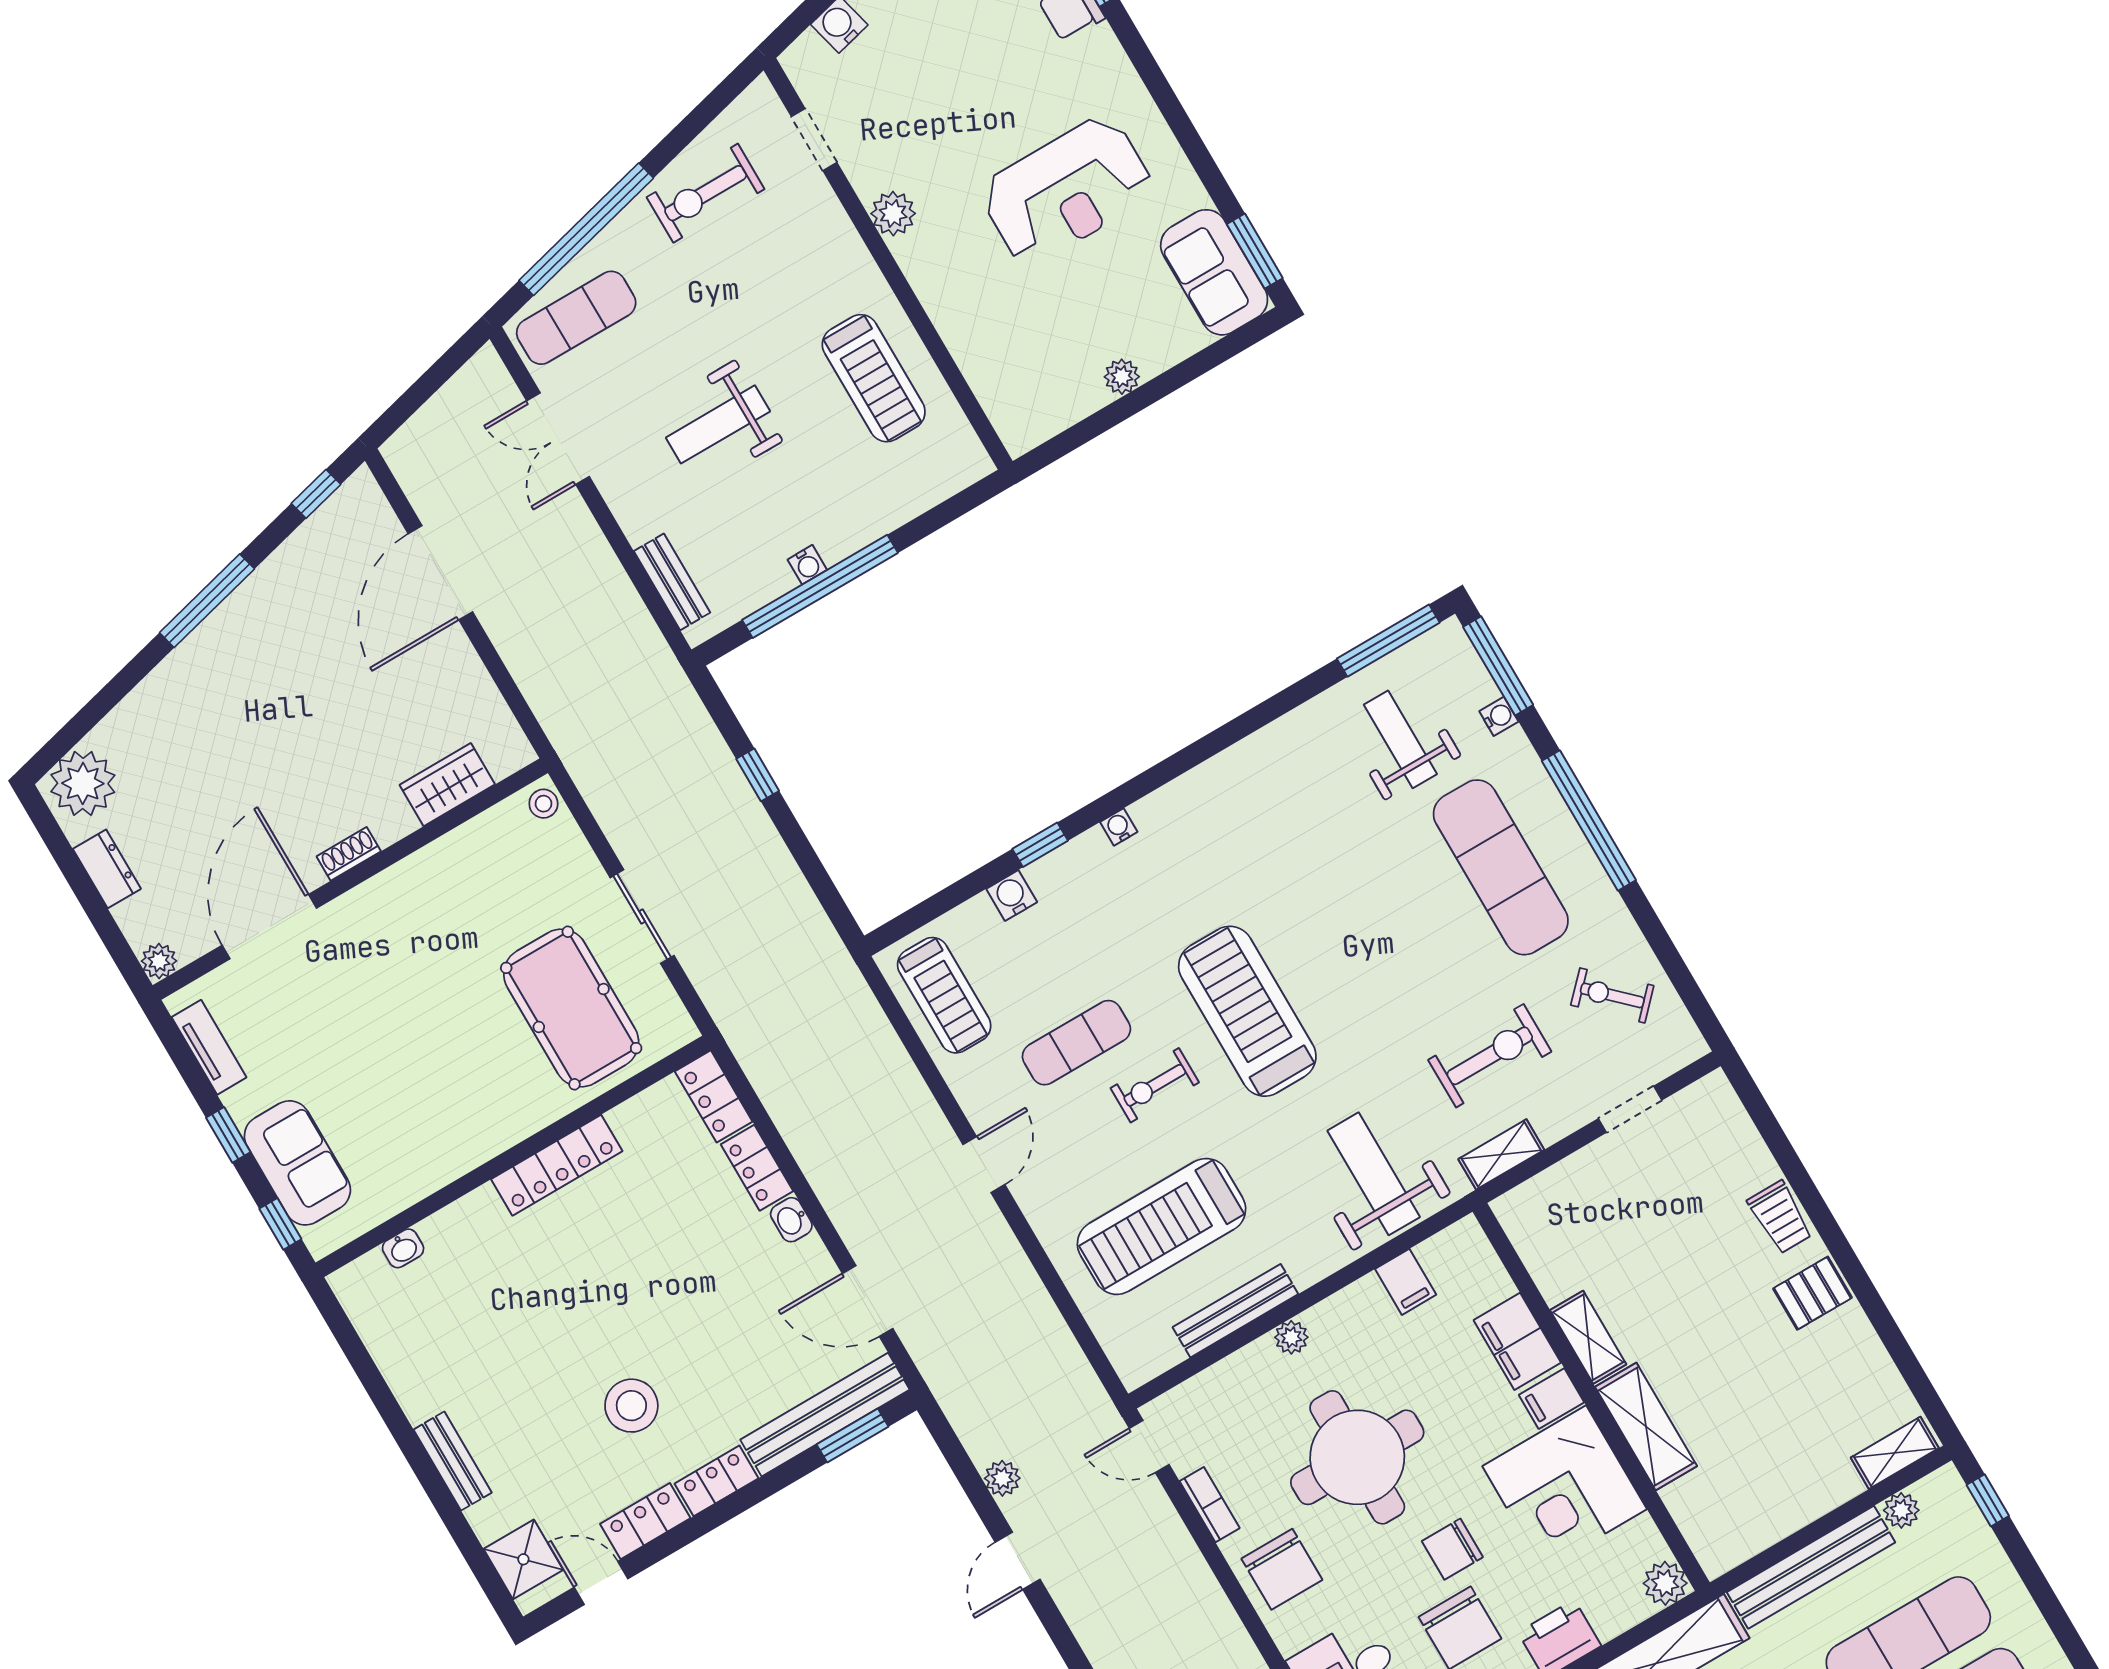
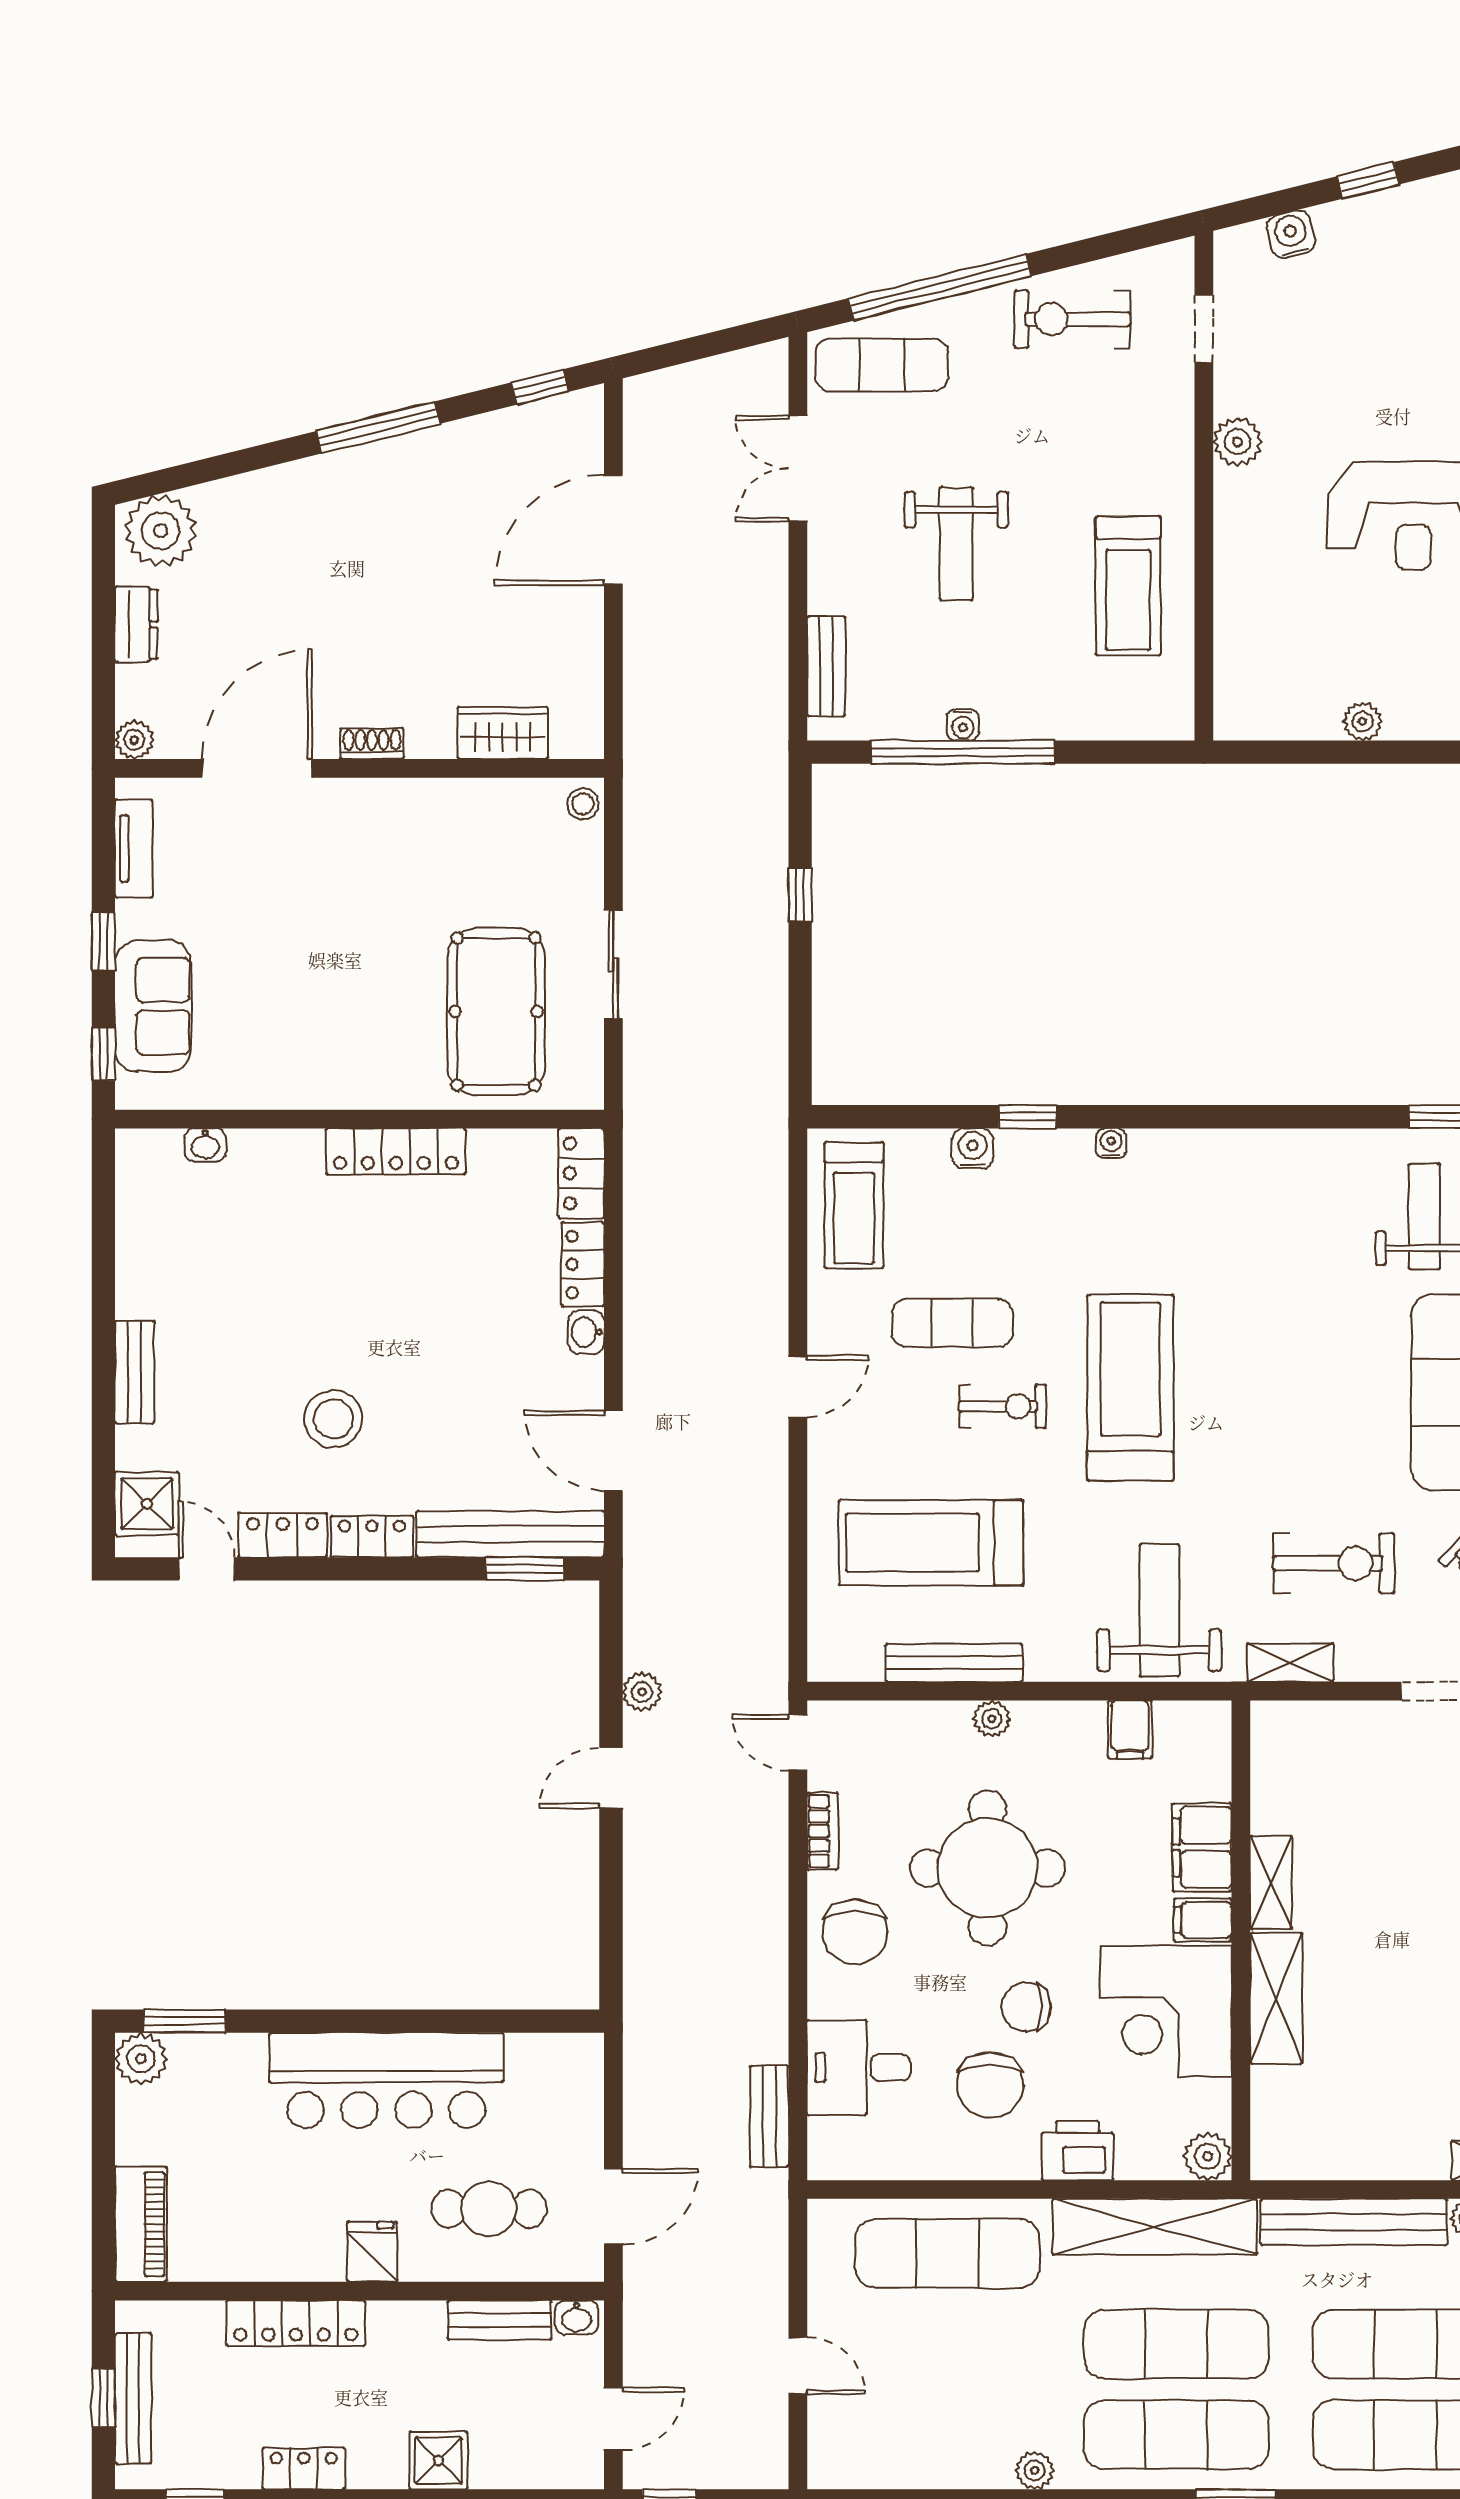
weight bench: (718, 424) -> (956, 544), turned -90
exercise bike: (1155, 1085) -> (1002, 1406), turned 180

